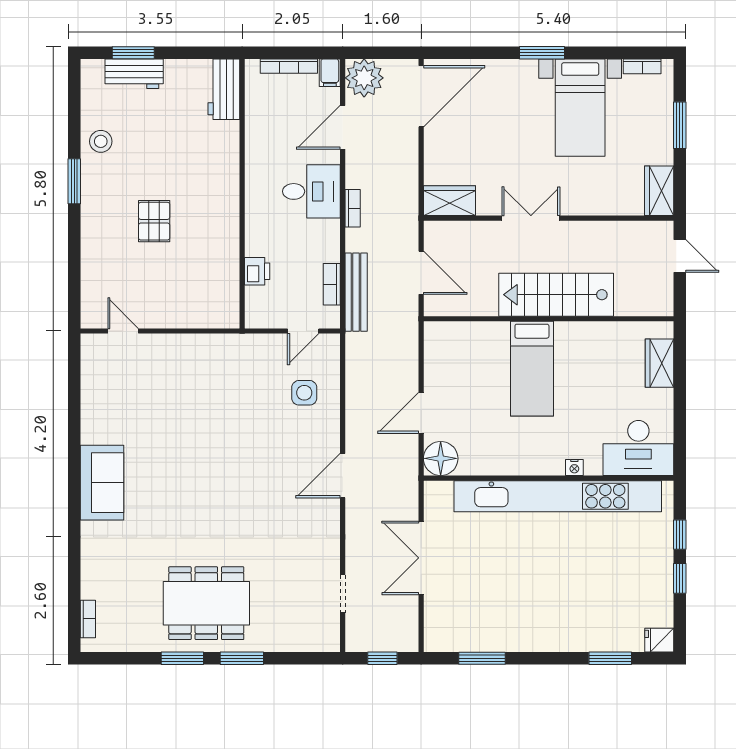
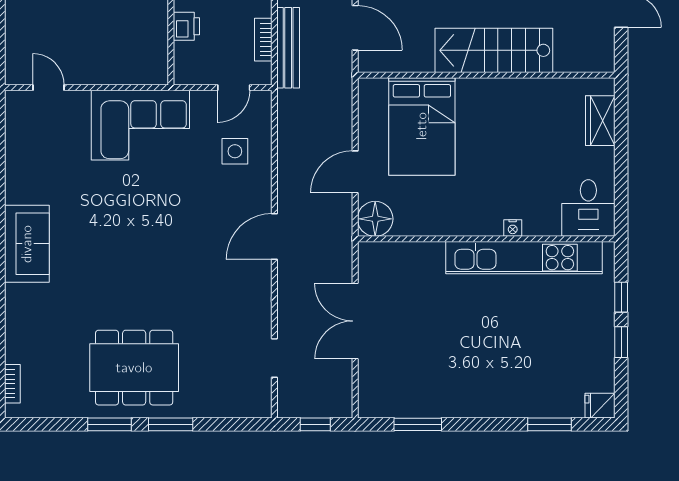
corner sofa: (212, 367) -> (140, 125), added
bed: (532, 369) -> (422, 126), moved, width x1.50
desk: (638, 448) -> (588, 208), width x0.73
kitchen unit: (558, 496) -> (524, 258), width x0.73

